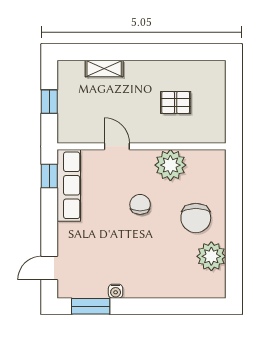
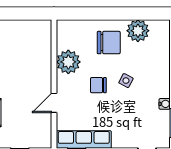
pallet: (176, 103) -> (20, 58), removed
side table: (146, 241) -> (126, 81), added

